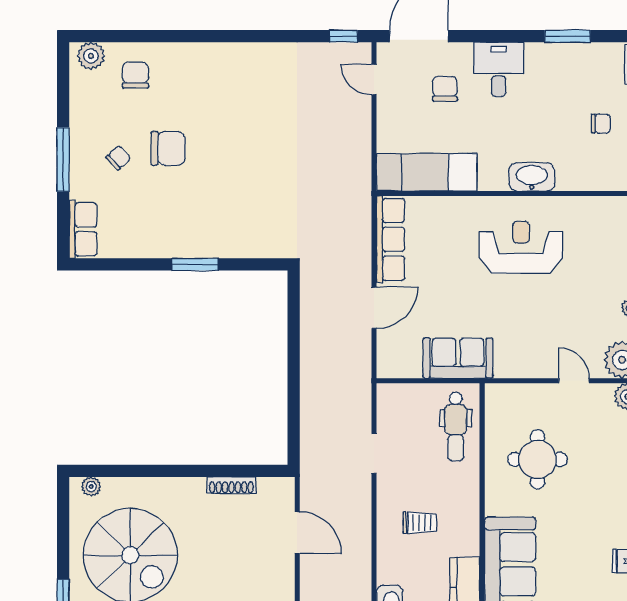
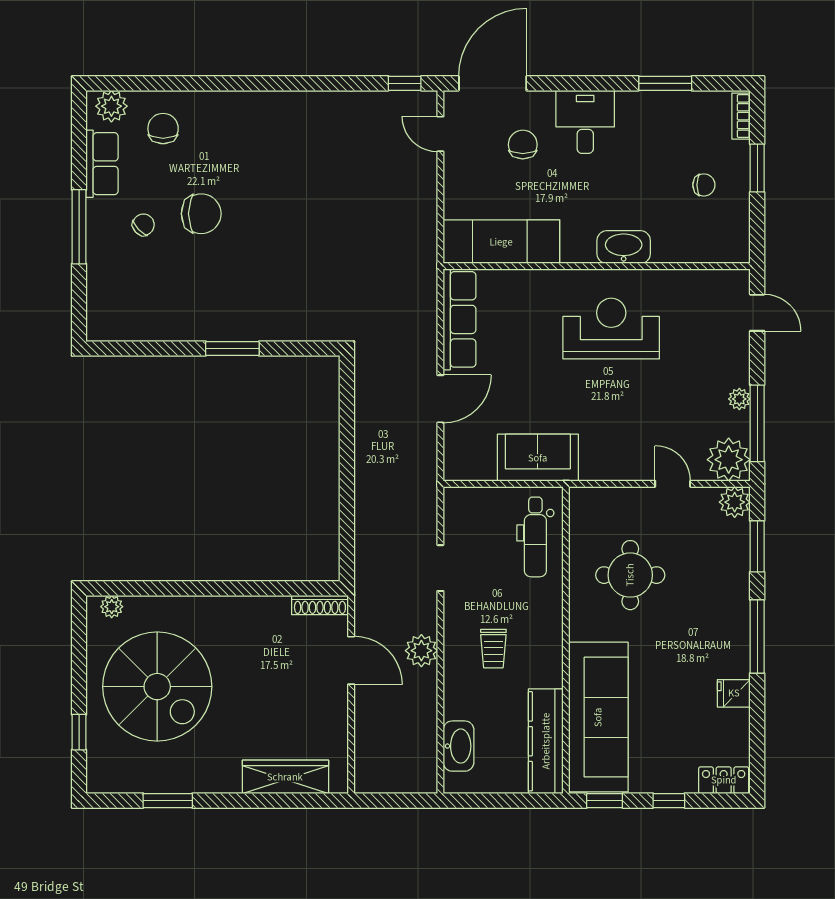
row of seats: (83, 229) -> (102, 164), moved
shoe rack: (231, 485) -> (320, 605), moved
trolley: (420, 523) -> (493, 649), turned 90
plant: (358, 524) -> (421, 651), added

